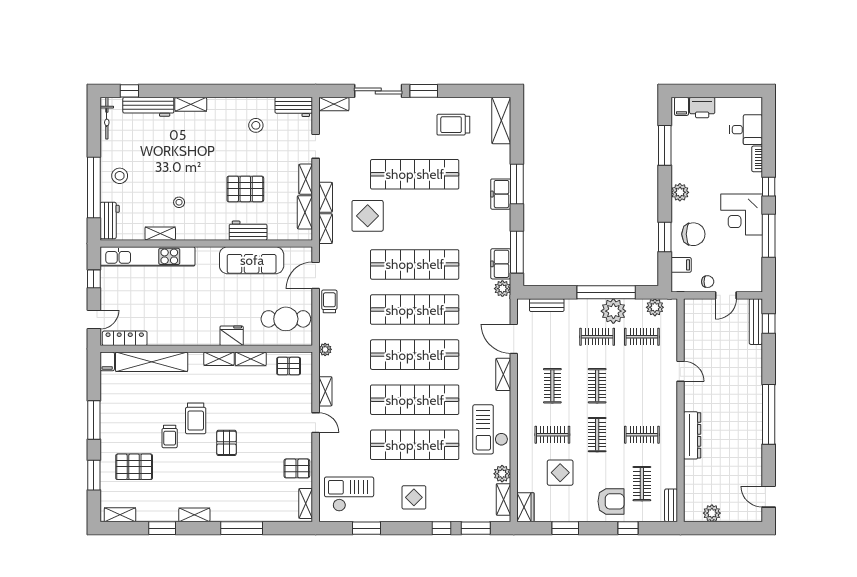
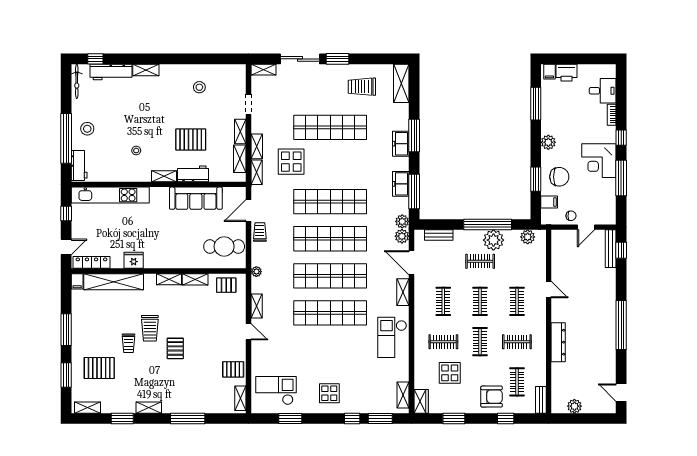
workbench: (294, 107) -> (231, 72), removed
shelving: (160, 234) -> (164, 176), moved
freezer: (501, 264) -> (401, 184), moved
fridge: (232, 336) -> (134, 260), moved
clothes rail: (642, 337) -> (517, 301), moved, turned 90
shop shelf: (415, 445) -> (330, 350), removed
plant: (502, 474) -> (402, 236), moved

